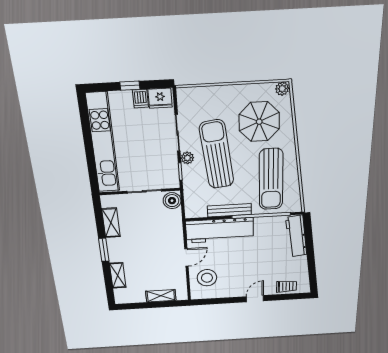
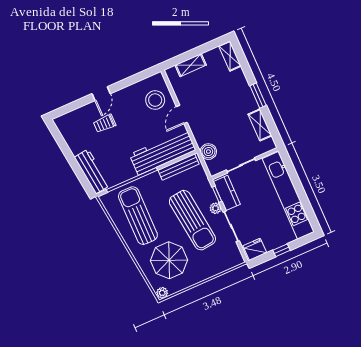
dishwasher: (140, 99) -> (270, 243), removed
kitchen counter: (170, 169) -> (227, 193), added
boiler: (172, 201) -> (208, 152), moved
bench: (229, 210) -> (178, 167), moved
shelving: (118, 275) -> (230, 56), moved
trolley: (287, 286) -> (105, 123), moved

